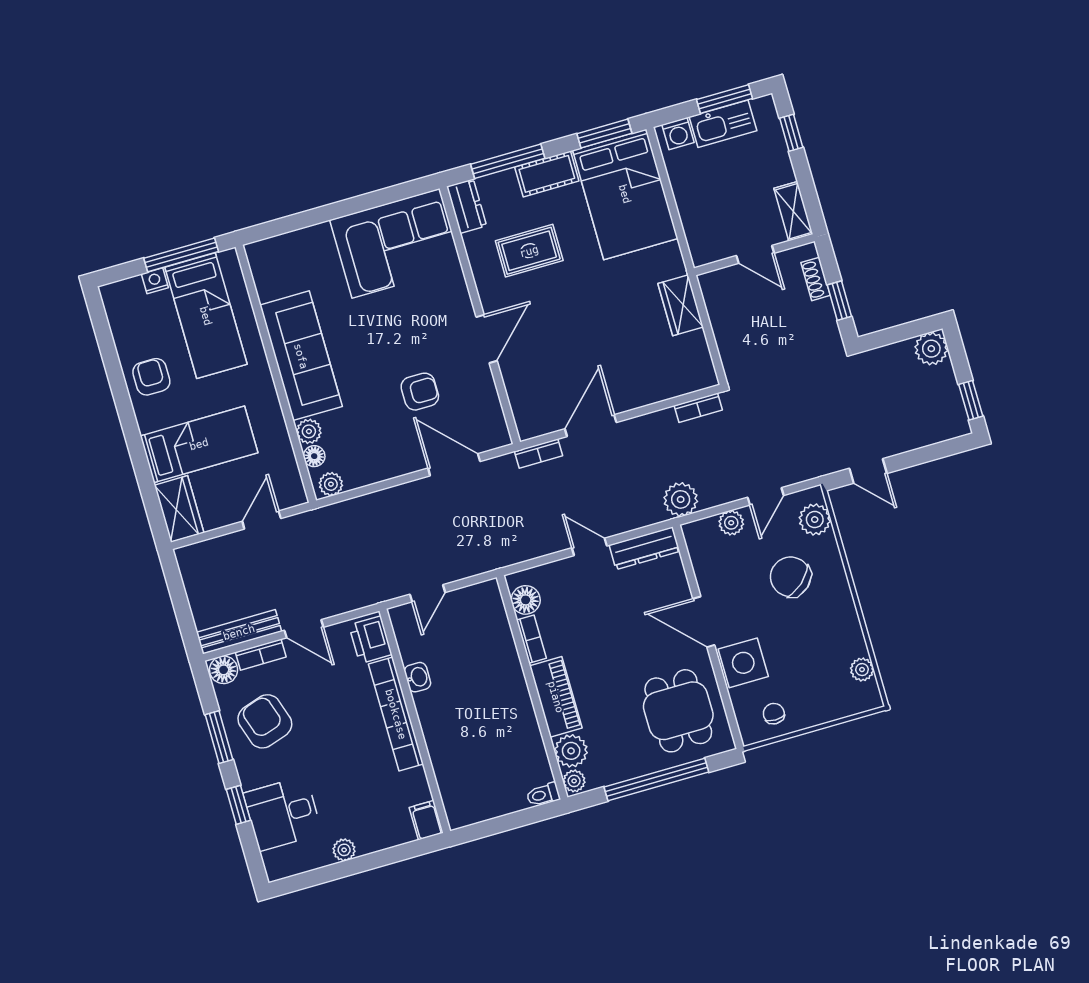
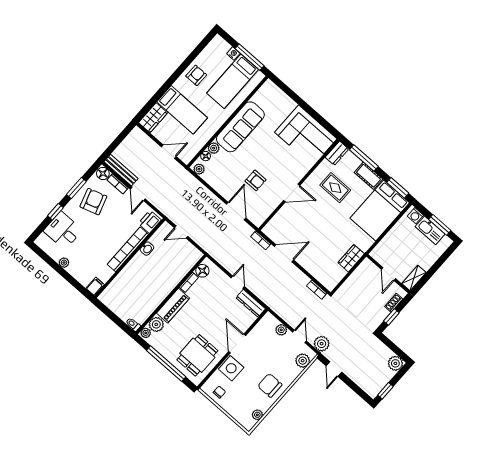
window: (791, 133) -> (443, 258), removed
door: (766, 496) -> (300, 336), swing flipped
plant: (681, 499) -> (322, 344), moved
chair: (791, 577) -> (270, 385), moved, turned -48

